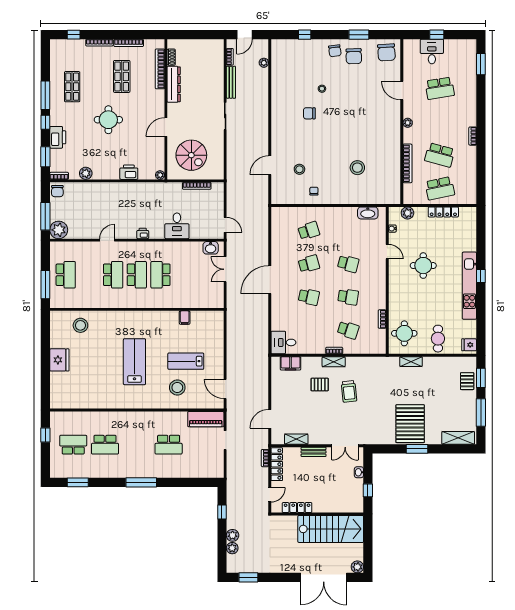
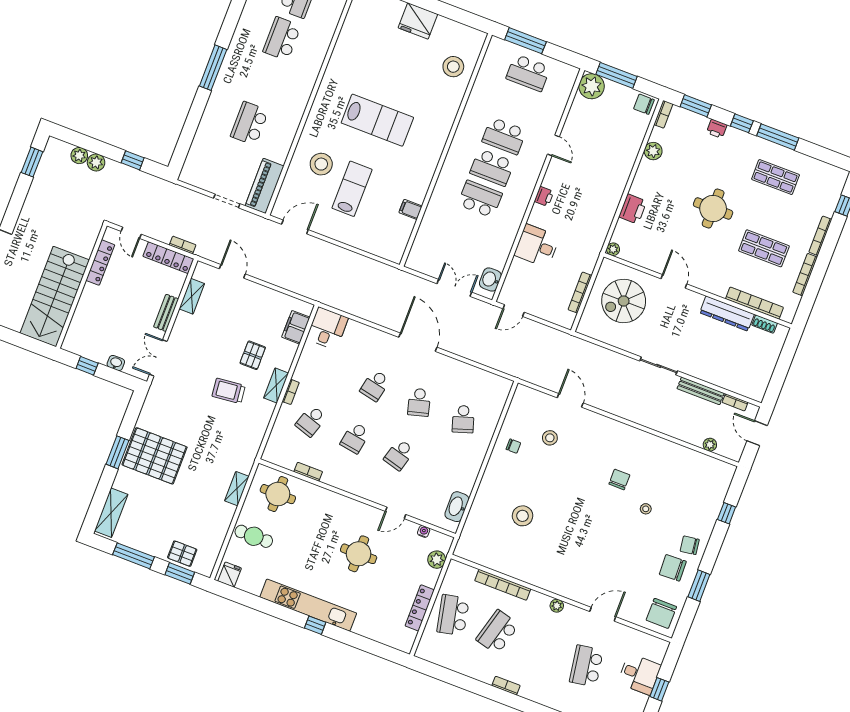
chair: (386, 52) -> (661, 613), turned -86
printer: (58, 137) -> (717, 129), width x0.53, depth x0.68

